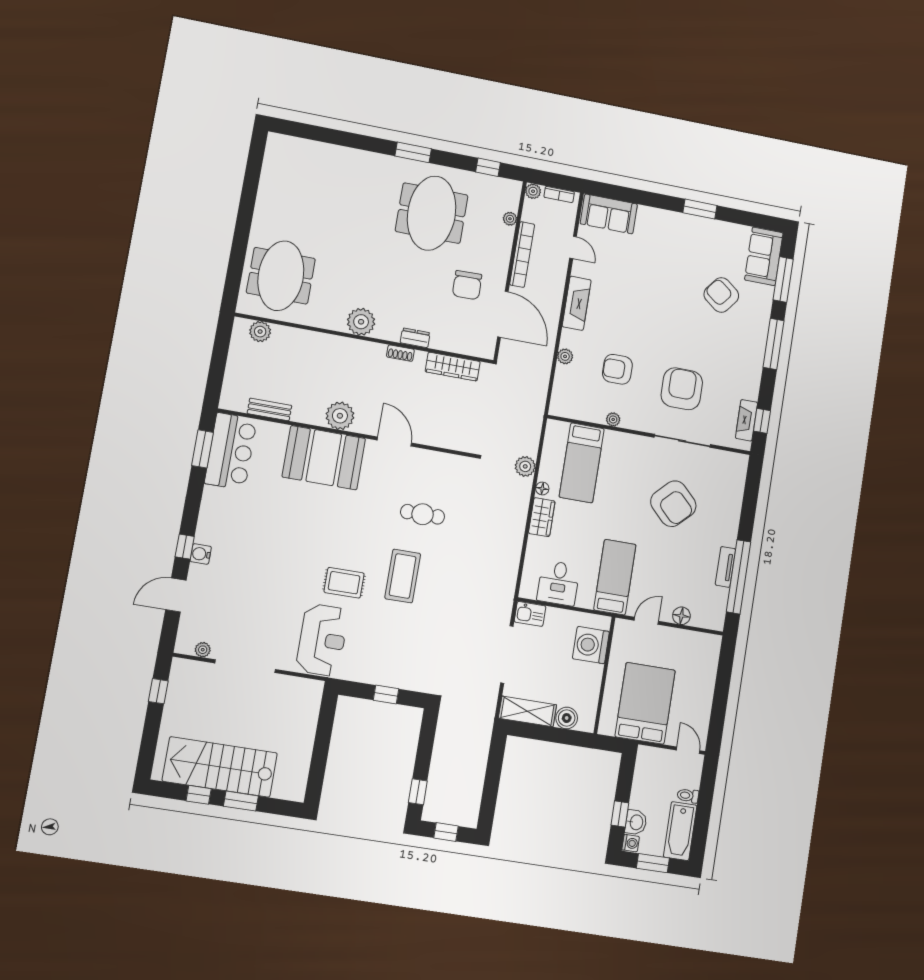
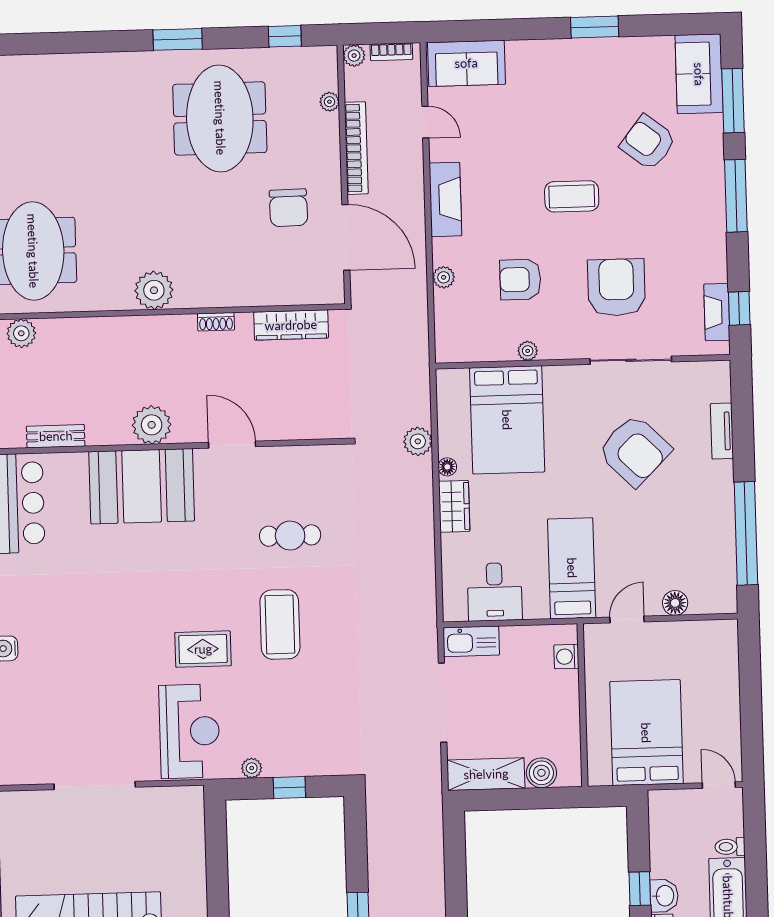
coffee table: (663, 320) -> (572, 196), added
dresser: (415, 338) -> (232, 296), removed
bed: (582, 463) -> (507, 420), width x1.50
tv unit: (725, 567) -> (722, 431), moved
kitchen sink: (530, 614) -> (471, 641), width x1.38
washing machine: (591, 645) -> (566, 657), width x0.53, depth x0.53
plant: (203, 650) -> (252, 768), moved

